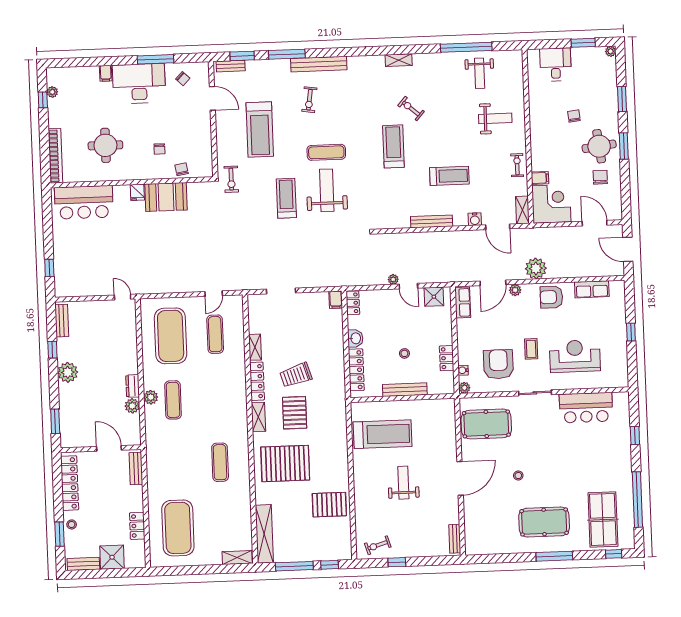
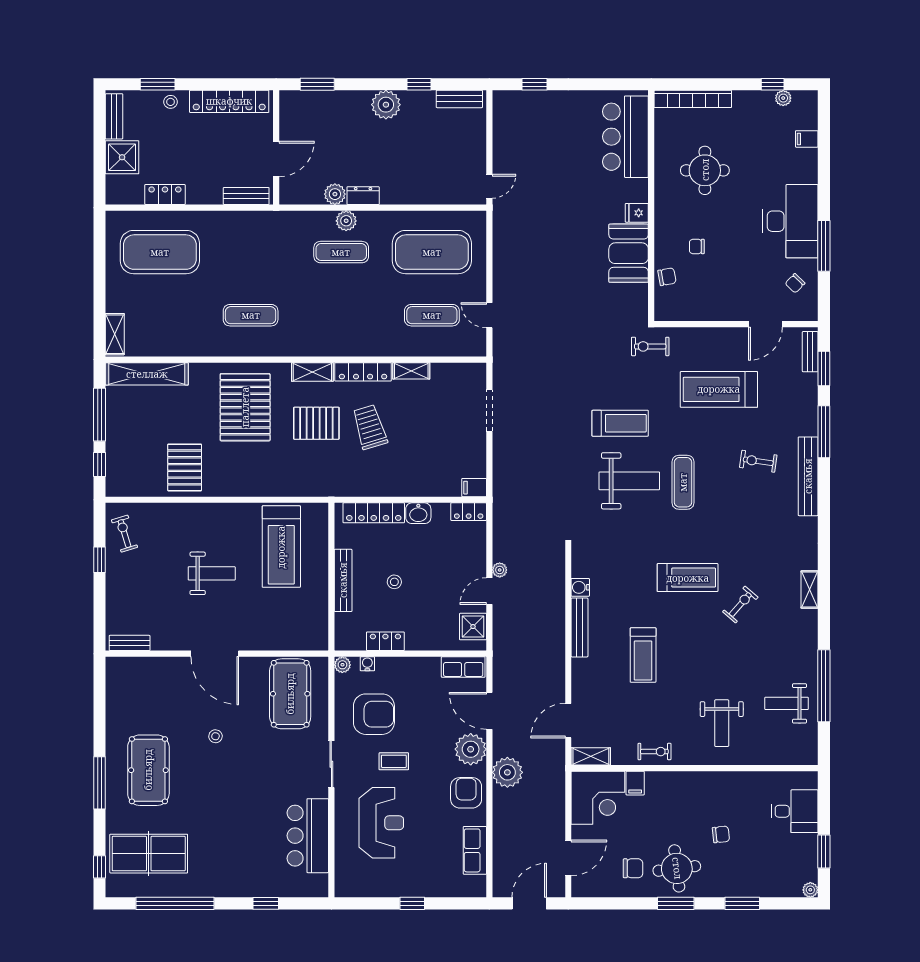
filing cabinet: (106, 73) -> (807, 139), moved
water cooler: (475, 219) -> (580, 587), moved
plant: (515, 290) -> (471, 749), width x1.88, depth x1.88

